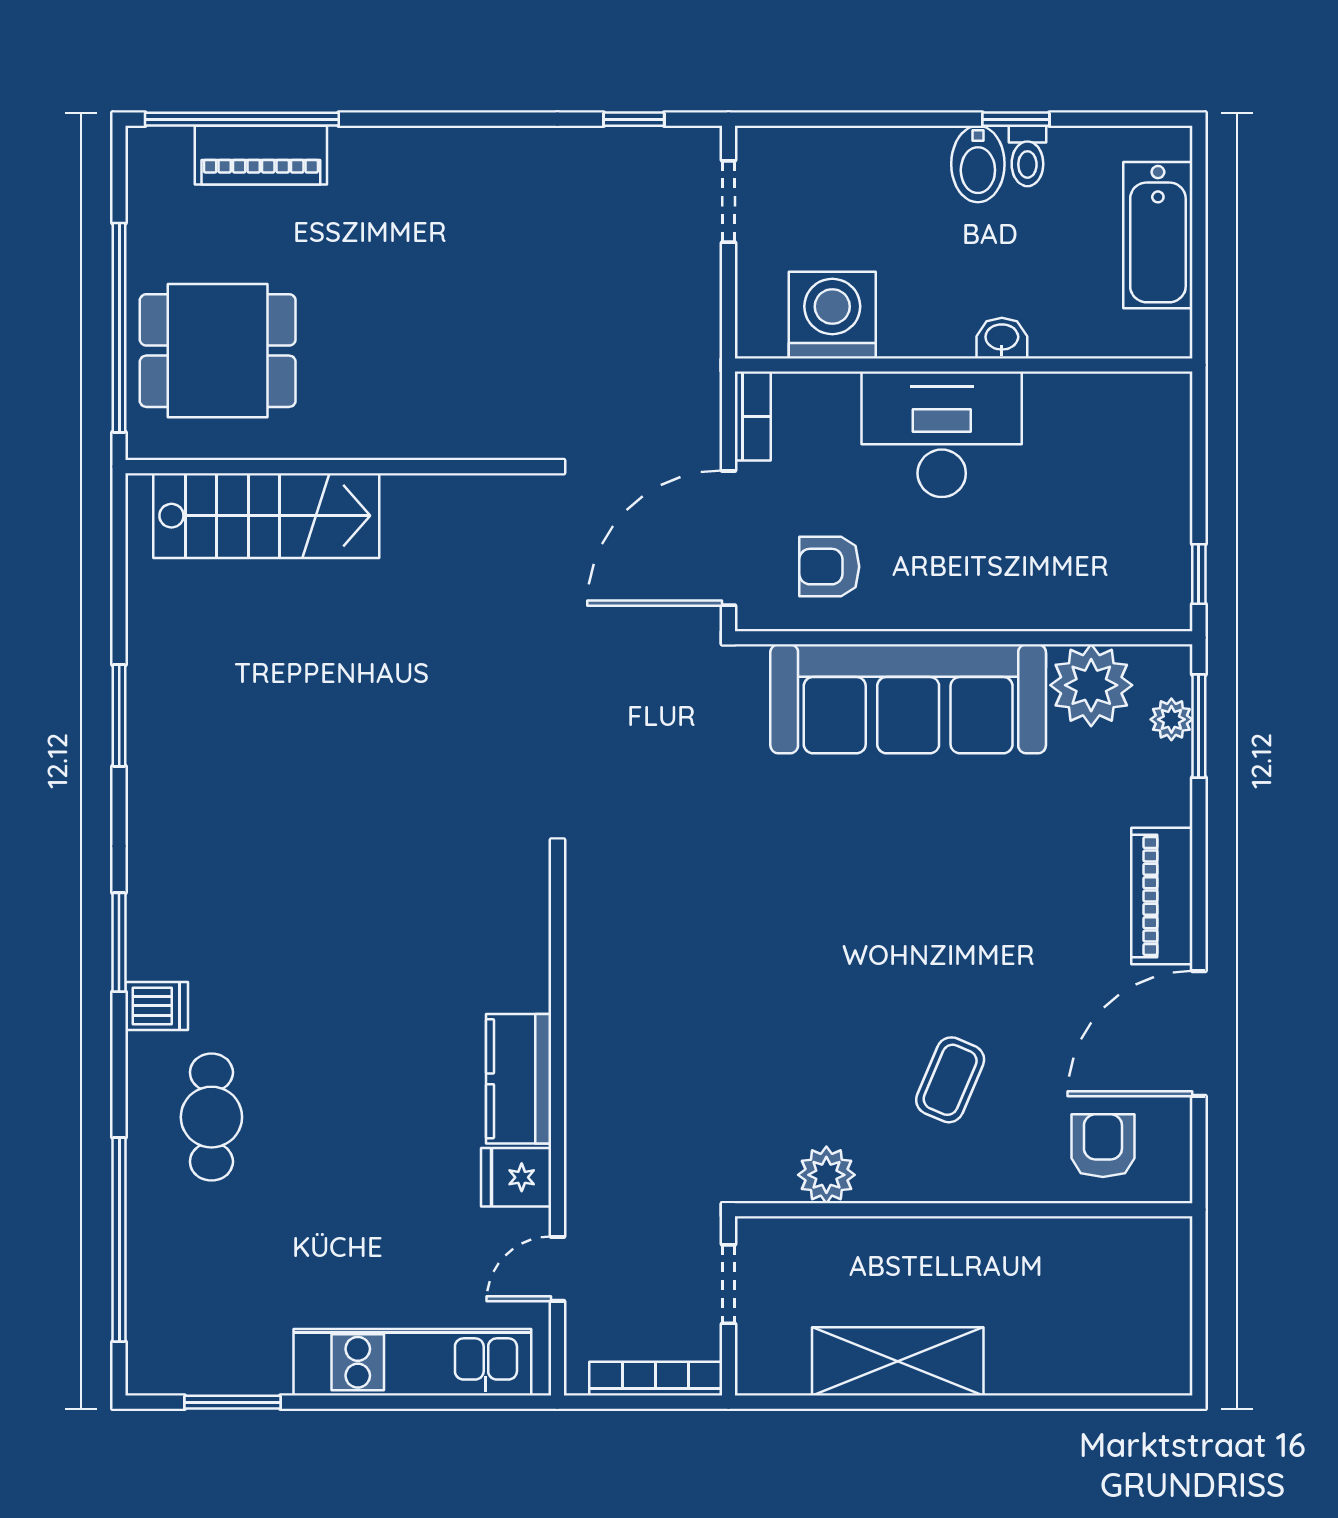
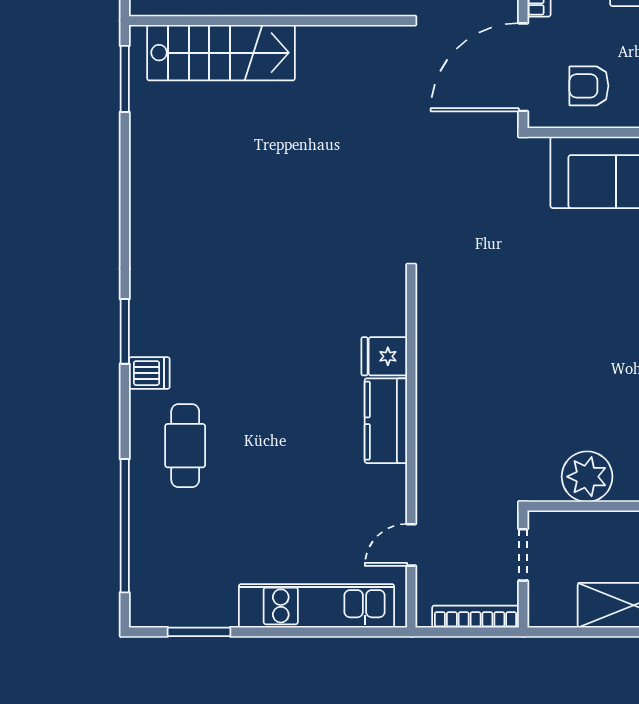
window: (119, 715) -> (125, 79), moved
plant: (826, 1175) -> (587, 477), width x1.36, depth x1.36
fridge: (516, 1177) -> (384, 356), moved

